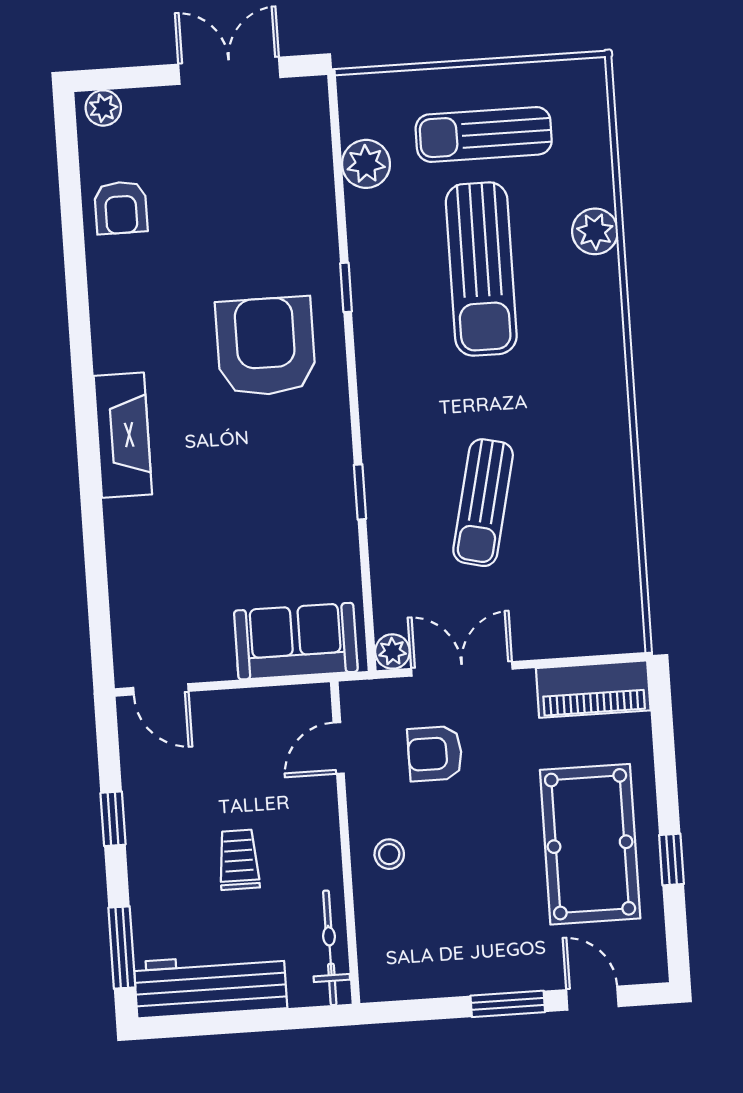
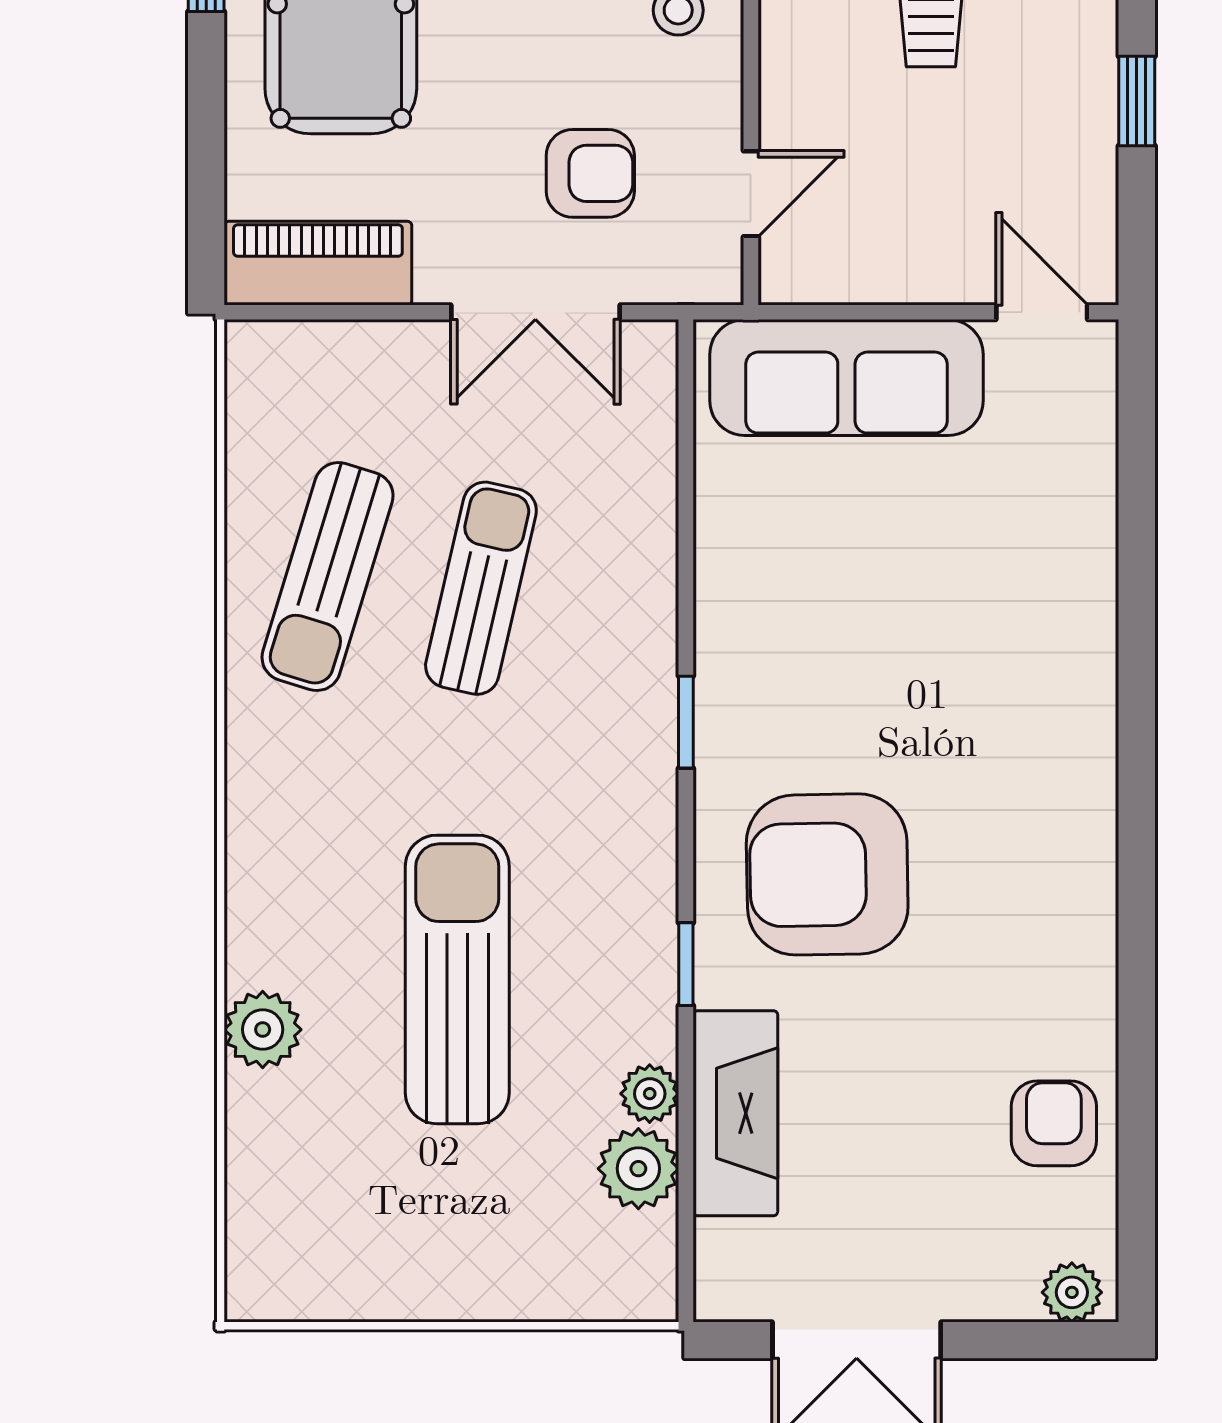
sun lounger: (484, 134) -> (328, 577), moved, turned 107
armchair: (266, 346) -> (827, 874), turned 89
fireplace: (123, 435) -> (735, 1113), moved, turned 180
window: (360, 492) -> (686, 722), moved
sofa: (296, 641) -> (846, 377), width x1.36
plant: (392, 652) -> (650, 1094), moved

